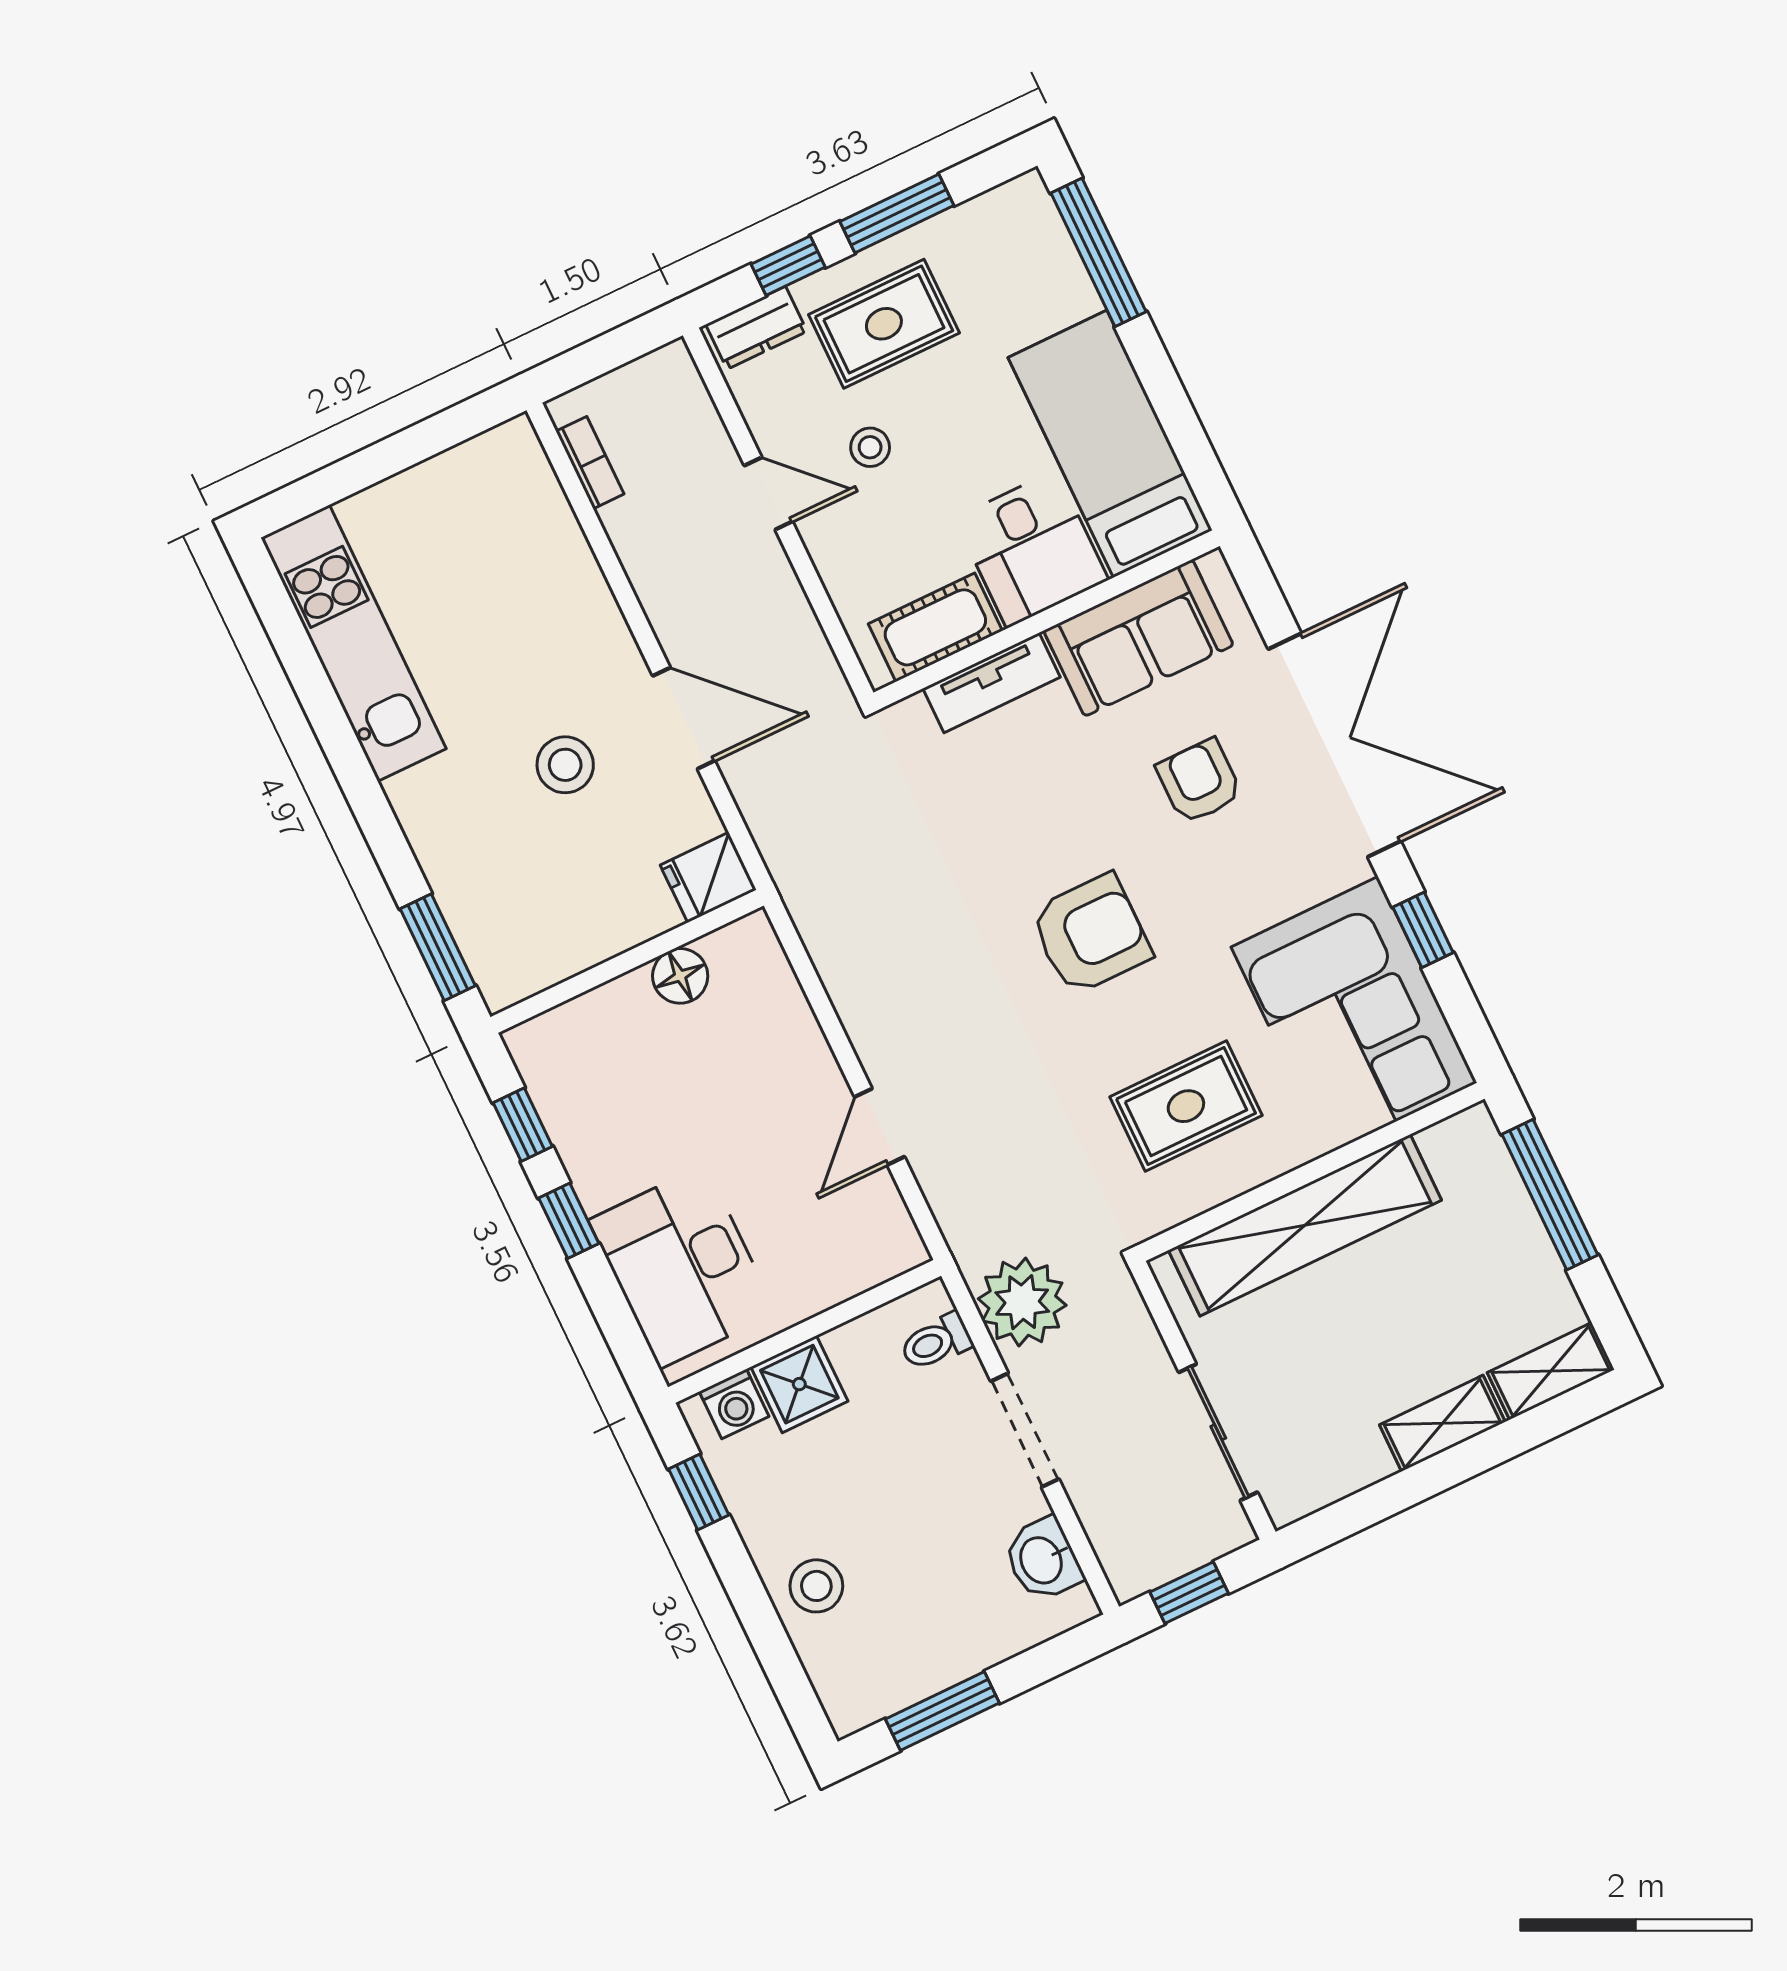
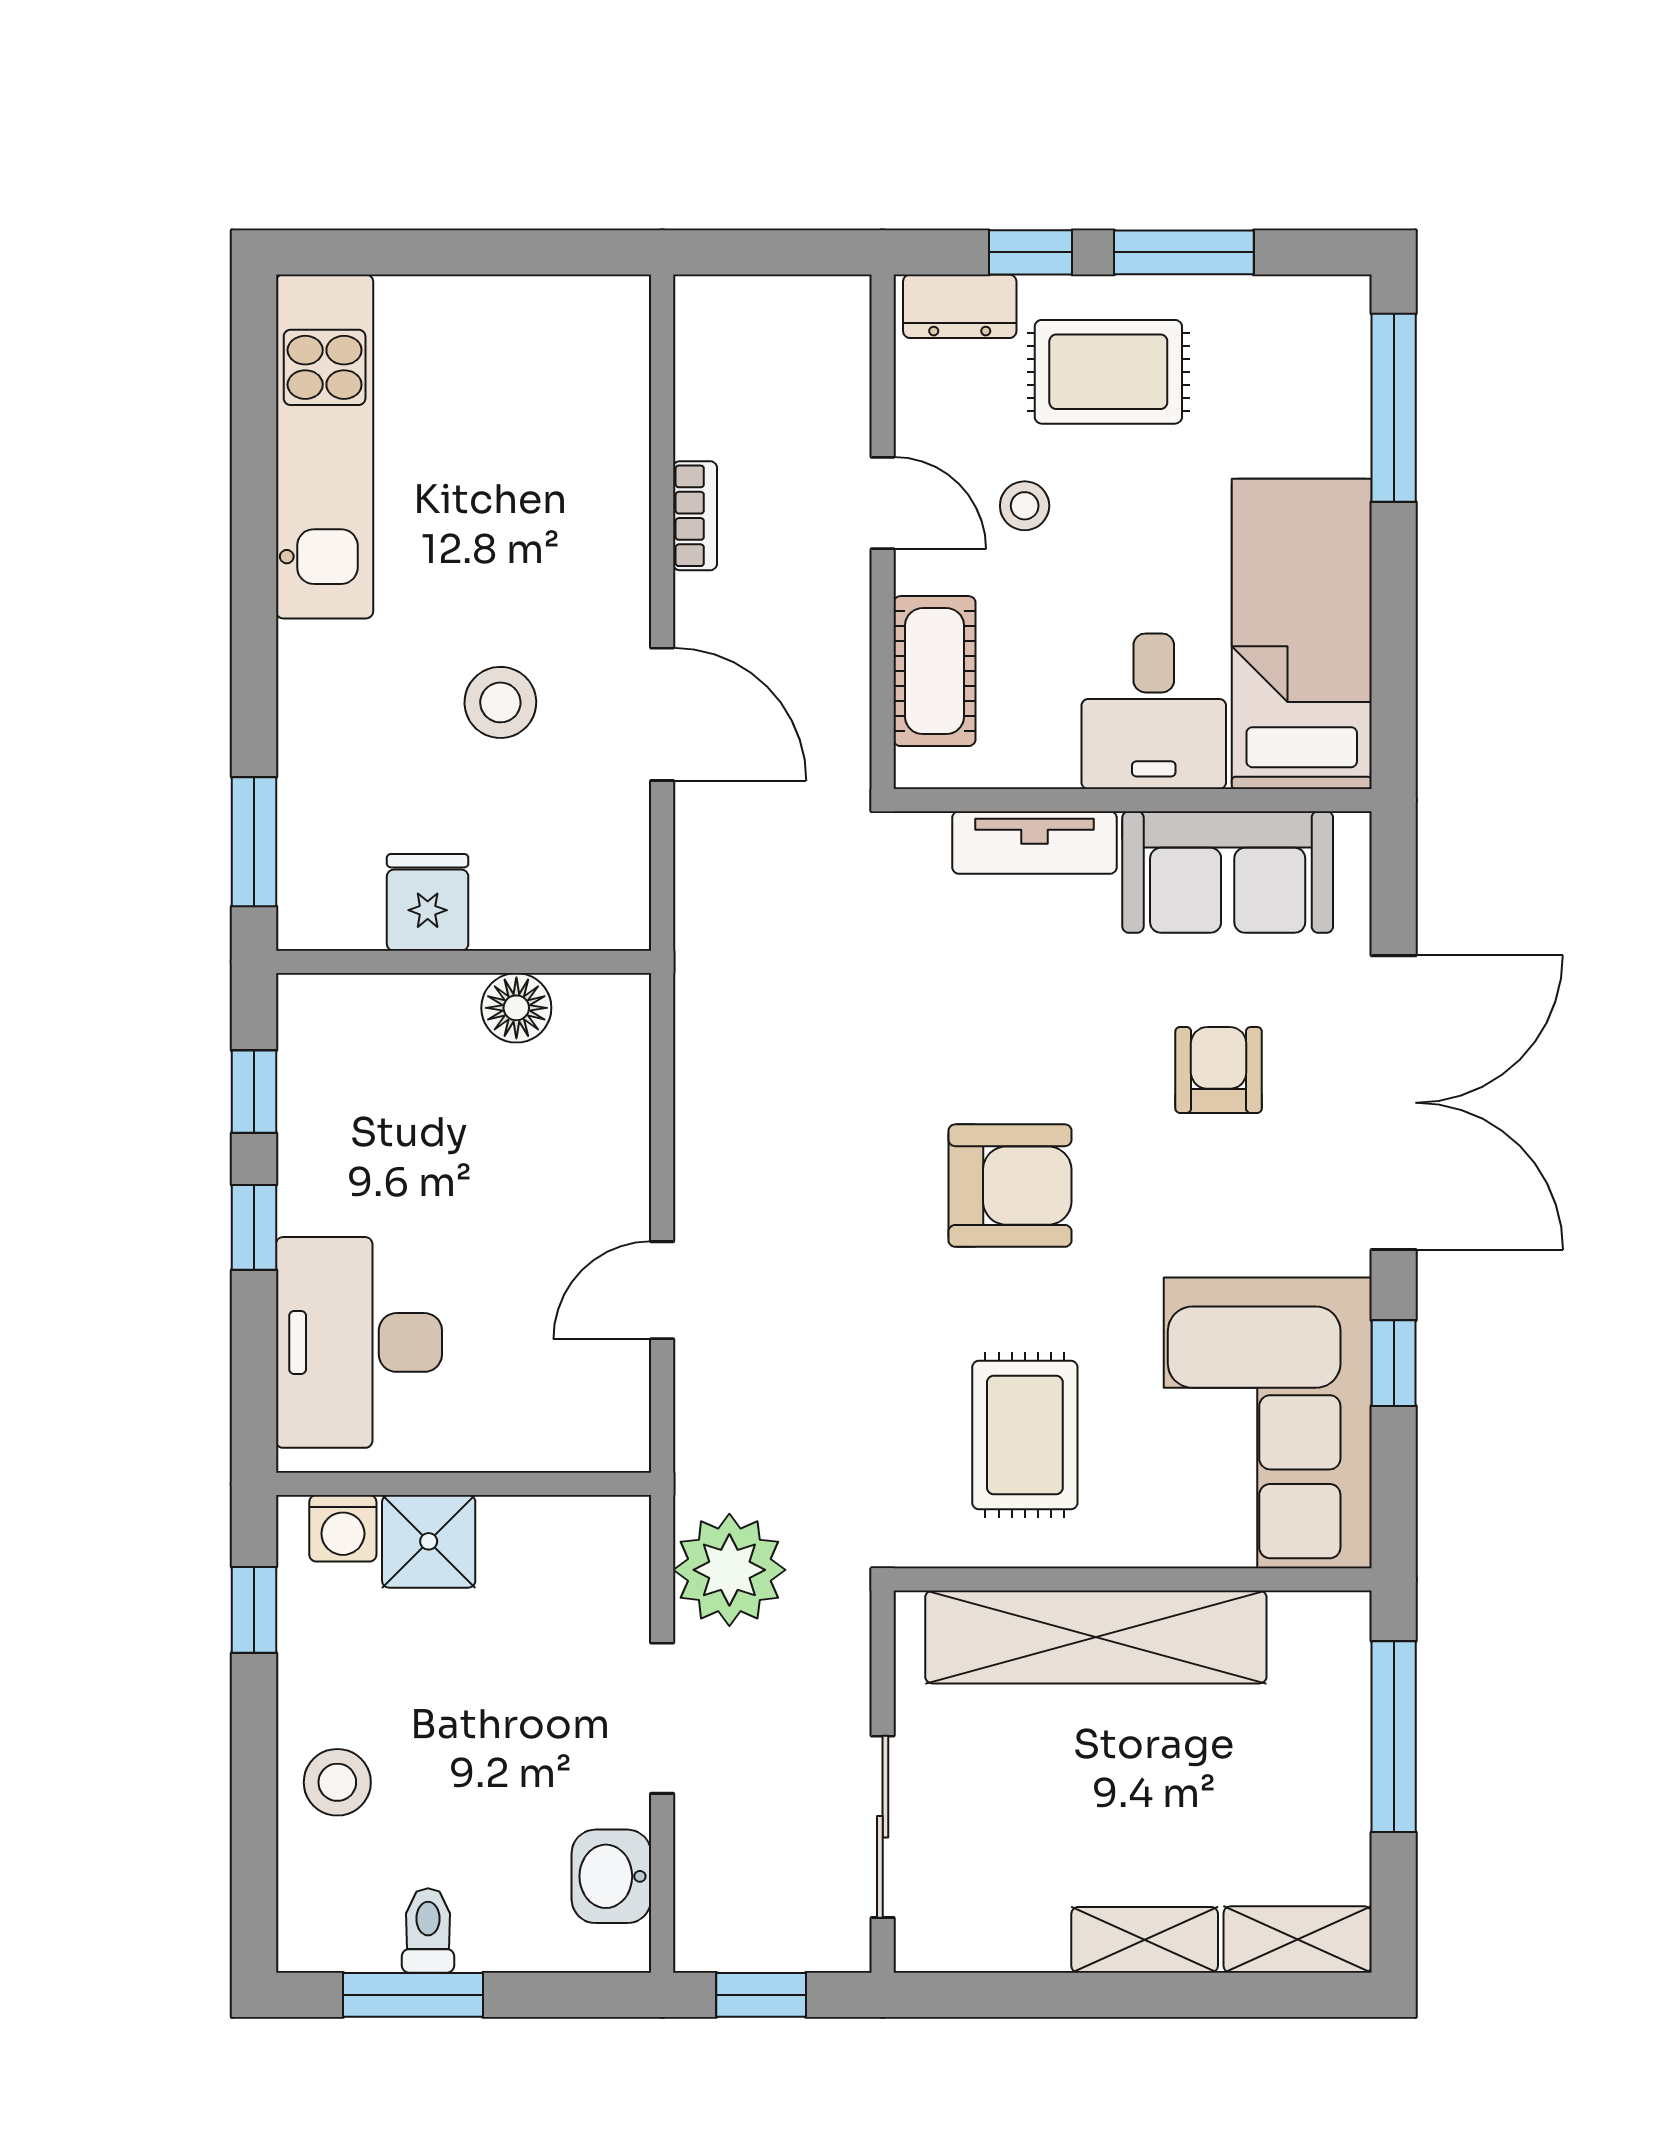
bookcase: (590, 463) -> (695, 516), moved
cot: (935, 627) -> (935, 671), moved, turned 90
fridge: (708, 877) -> (428, 902), moved, turned 90
rug: (1186, 1106) -> (1025, 1435), turned 90
toilet: (936, 1342) -> (428, 1930), moved, turned 90

